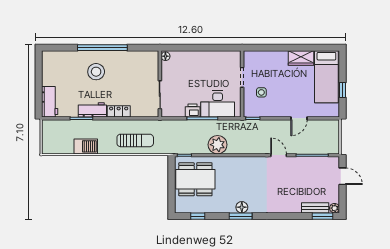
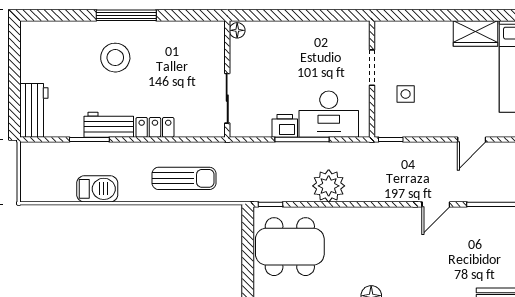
window: (102, 48) -> (126, 15), width x0.68
door: (279, 155) -> (436, 204), swing flipped

